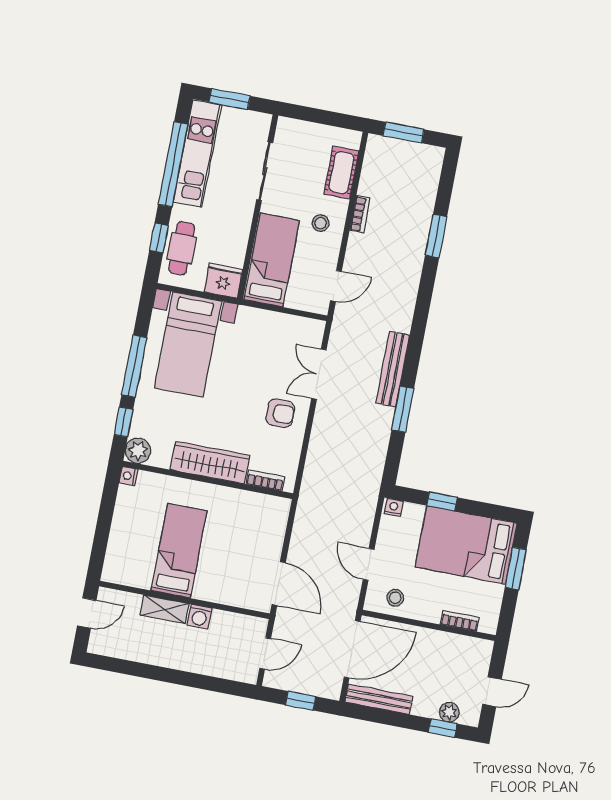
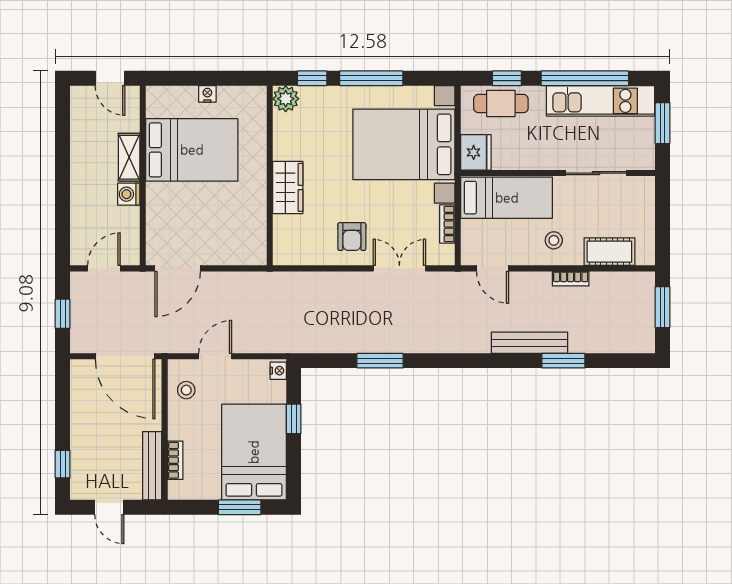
bed with nightstands: (188, 345) -> (404, 144), width x1.36
bench: (393, 369) -> (529, 343), moved
wardrobe: (210, 463) -> (288, 187), width x0.67
nightstand: (128, 476) -> (207, 94), moved
bookcase: (265, 481) -> (447, 224), moved, turned 180
bed: (179, 551) -> (192, 150), width x1.50
door: (265, 653) -> (104, 268), swing flipped
bench: (379, 699) -> (152, 466), moved
plant: (449, 712) -> (80, 468), removed

